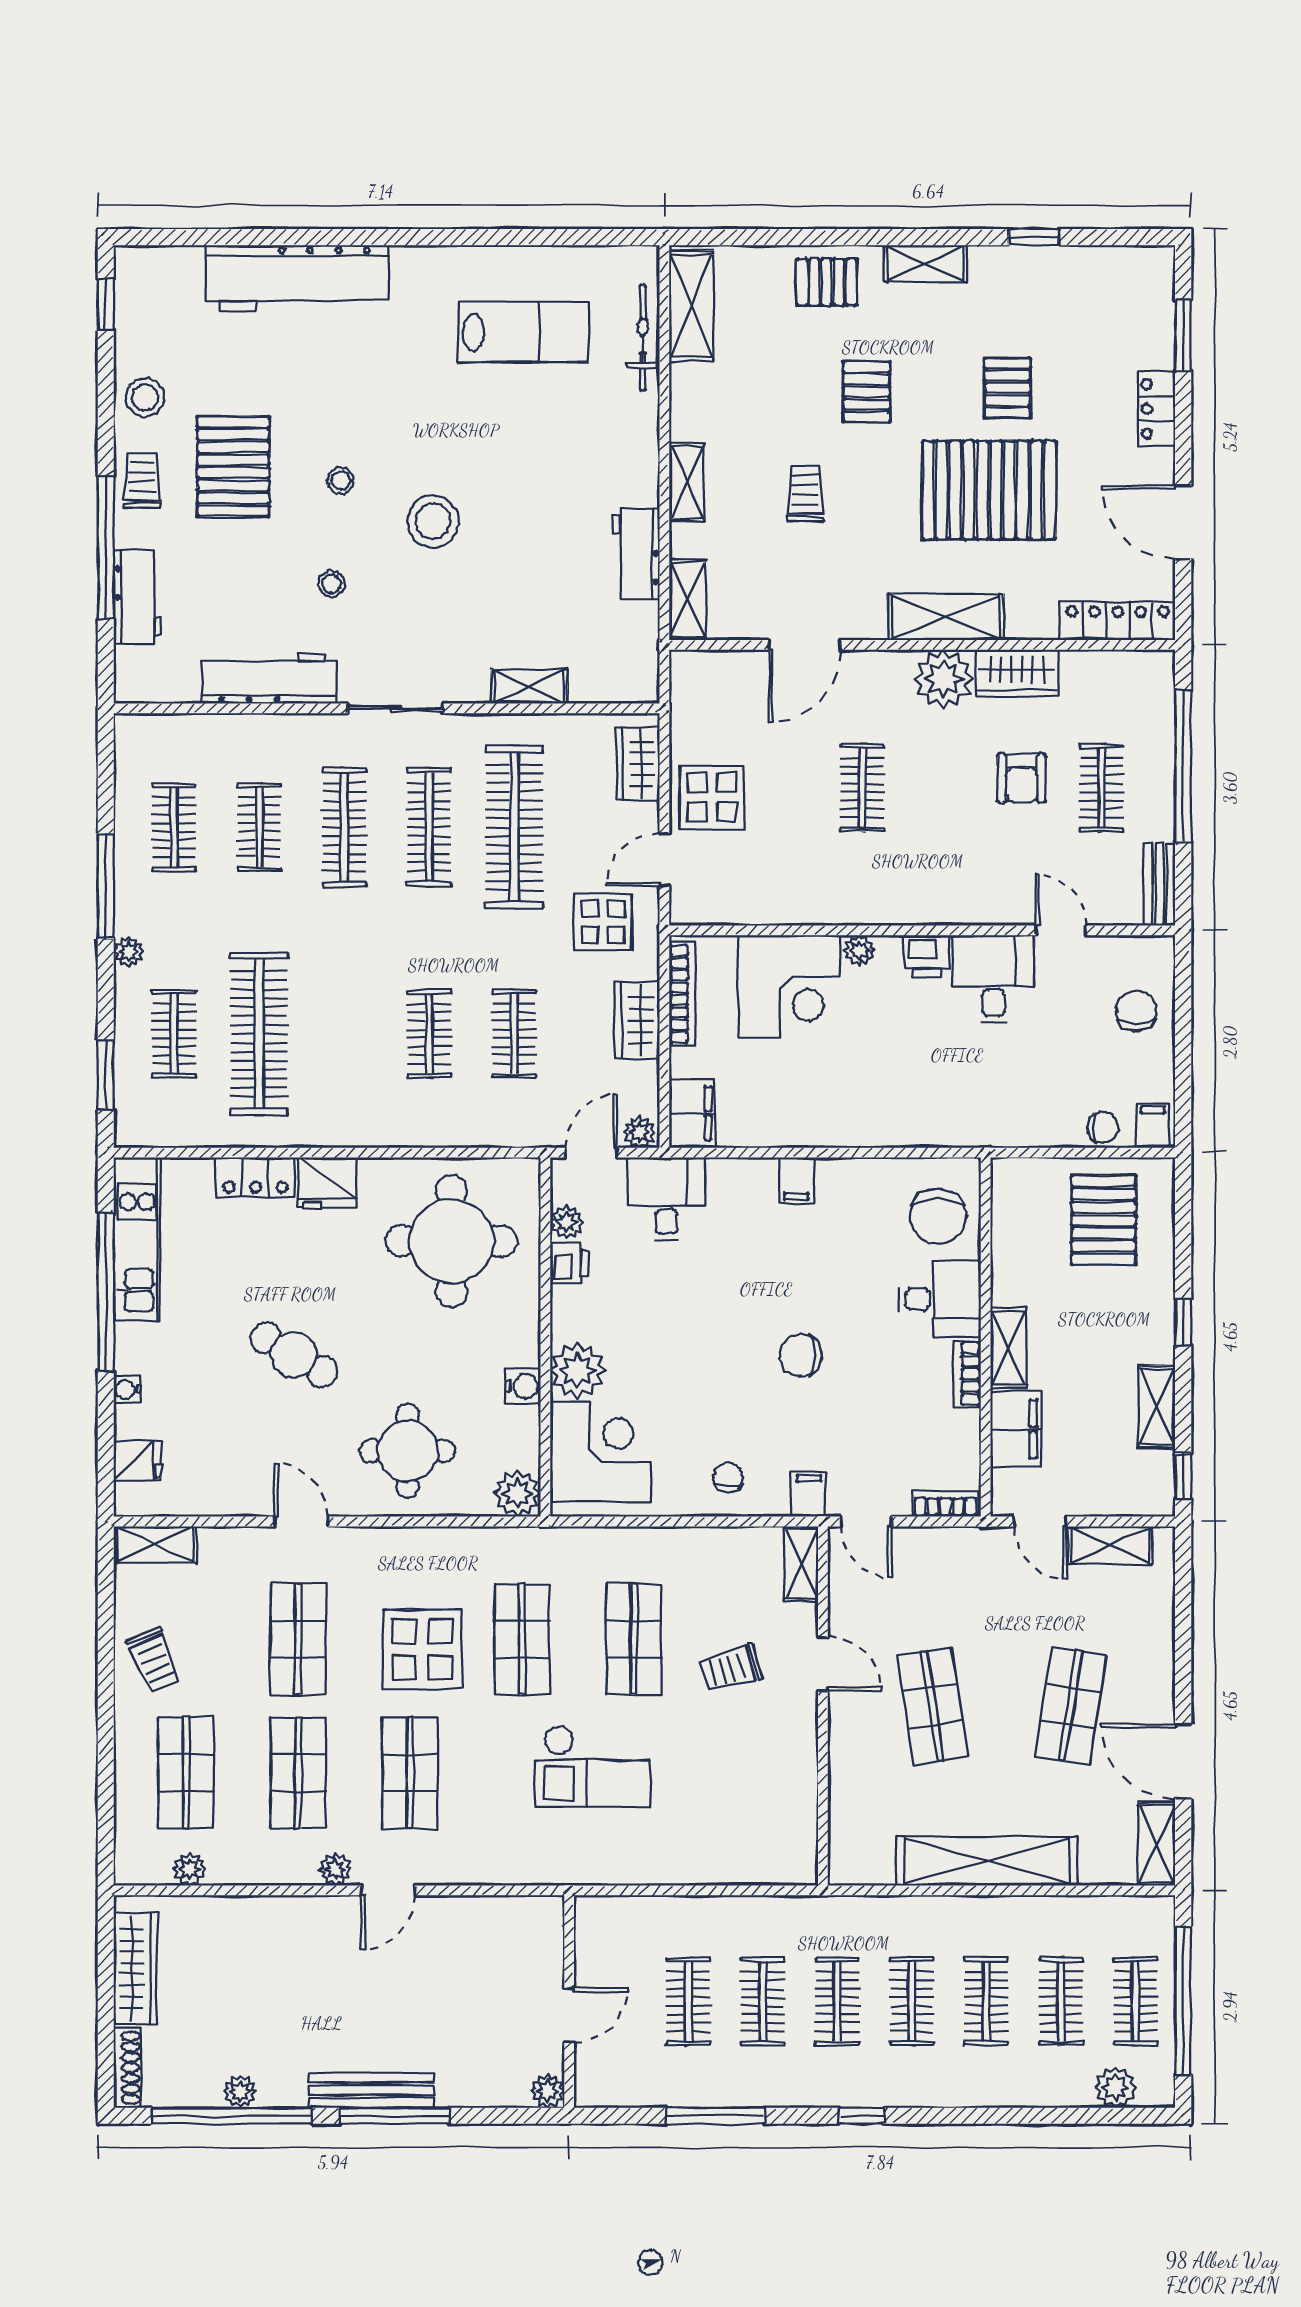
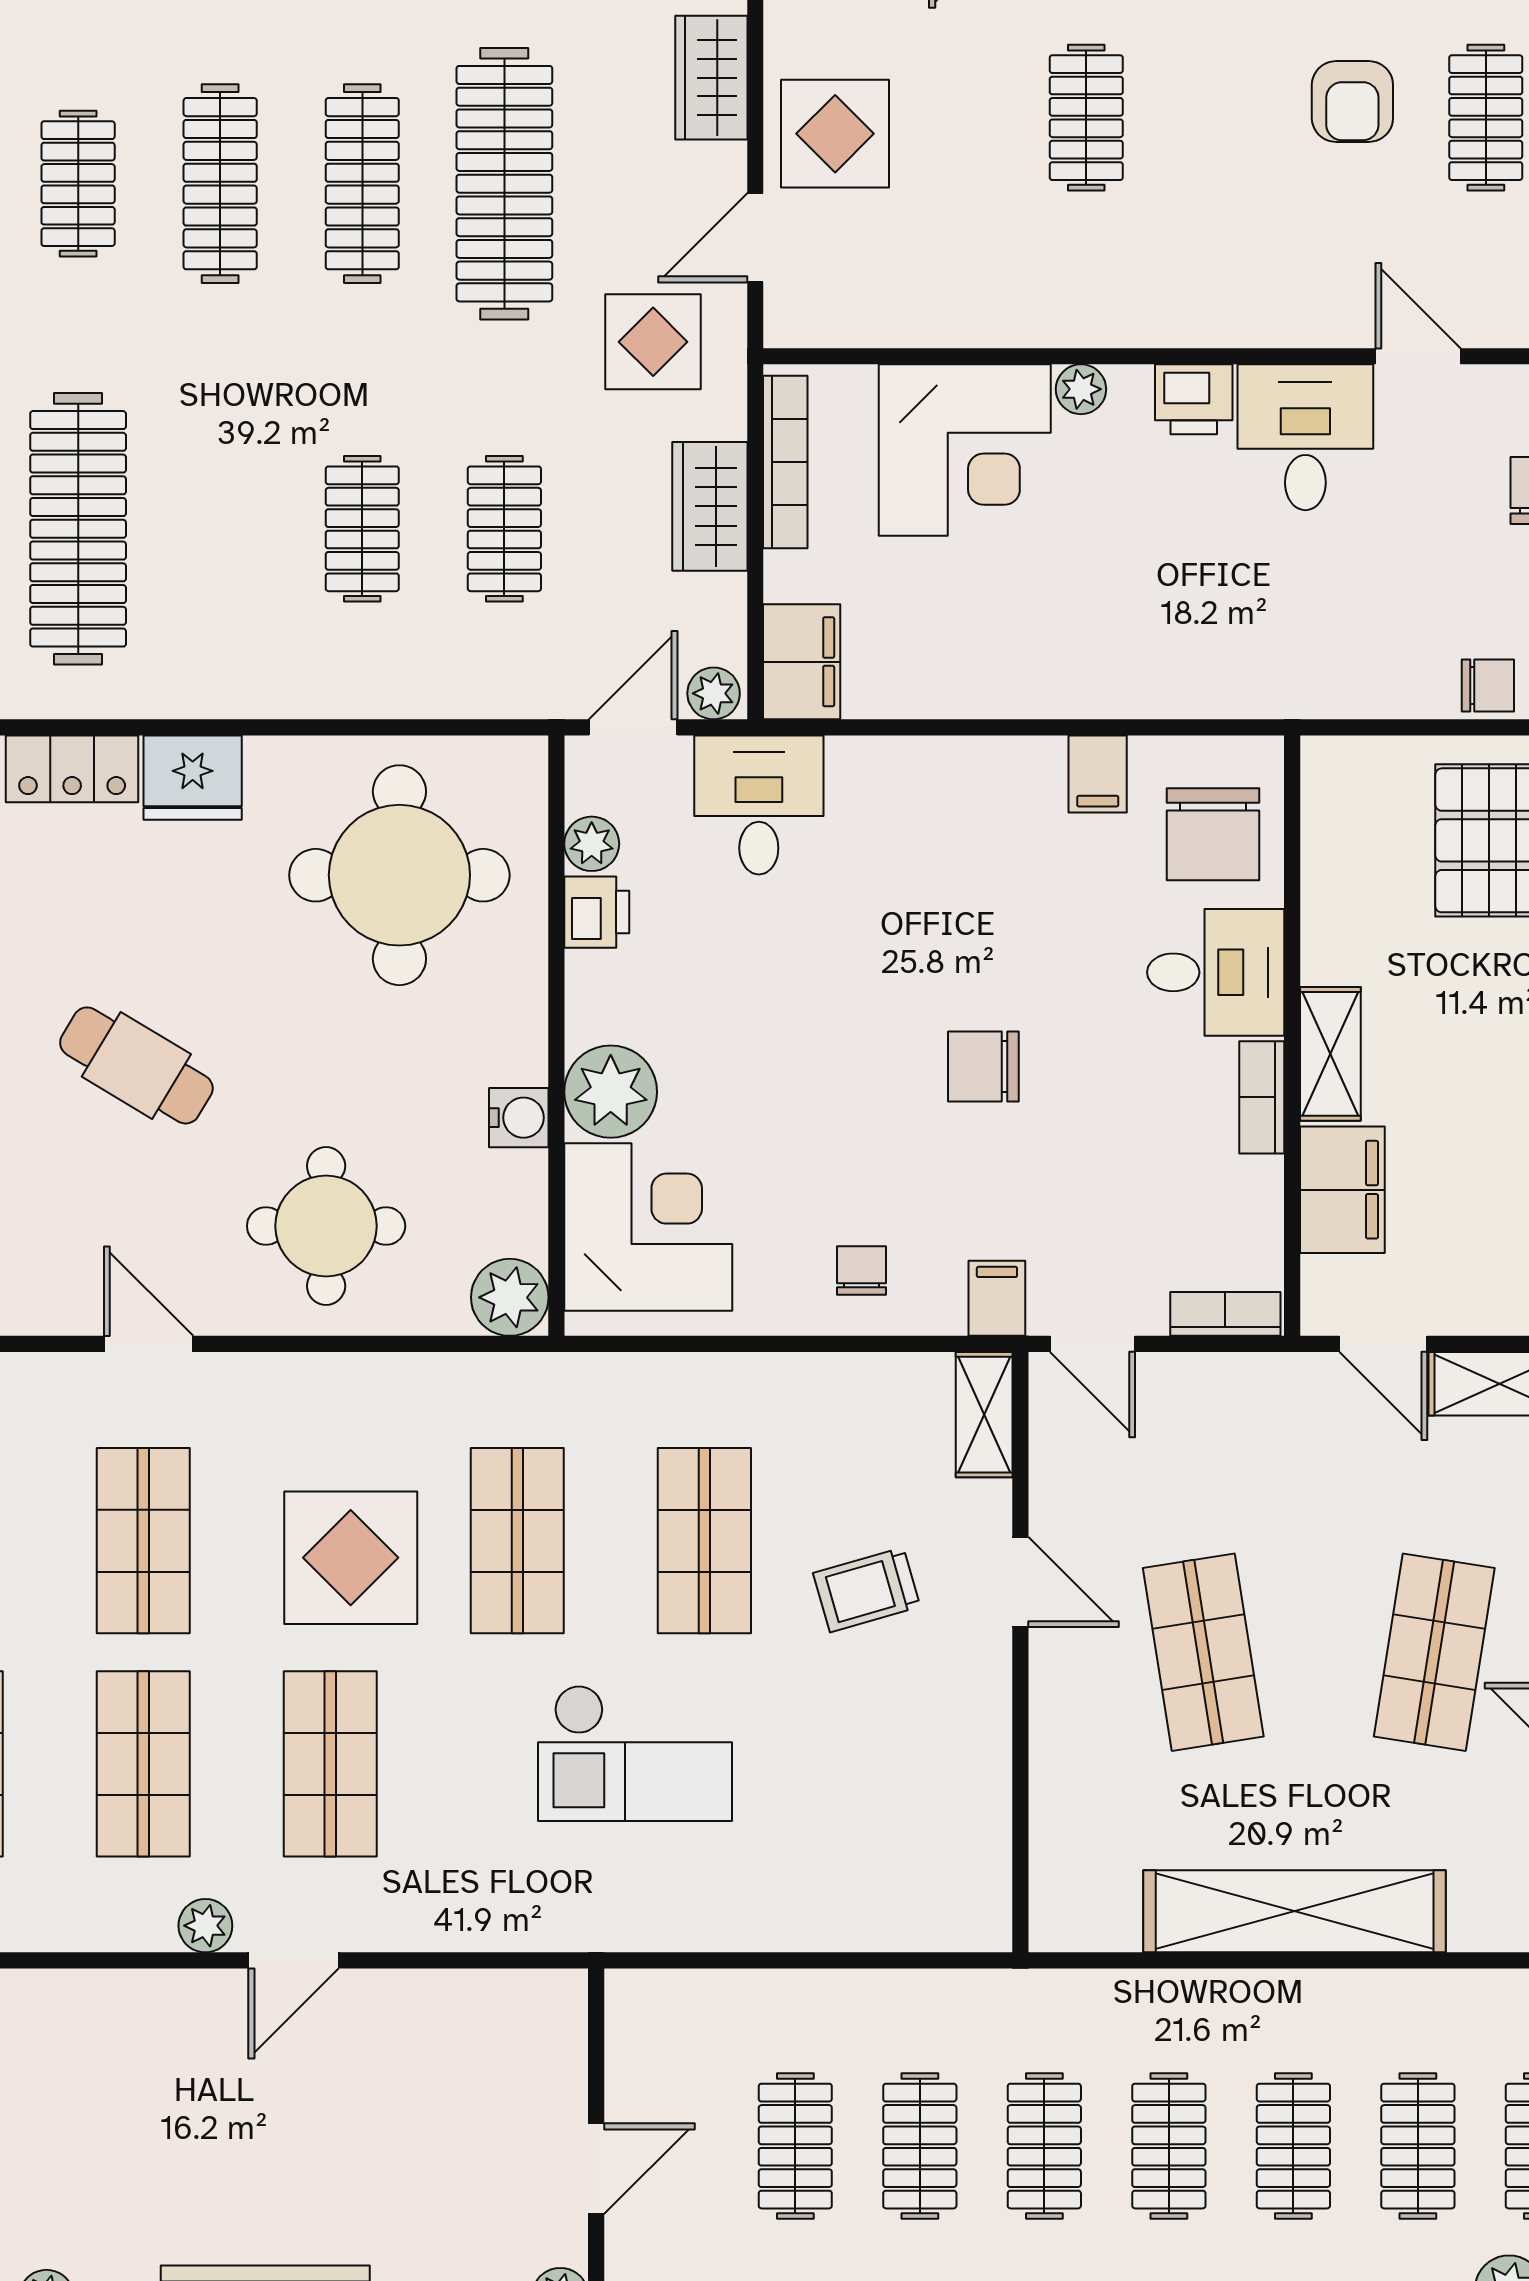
filing cabinet: (796, 1180) -> (1098, 774), moved

